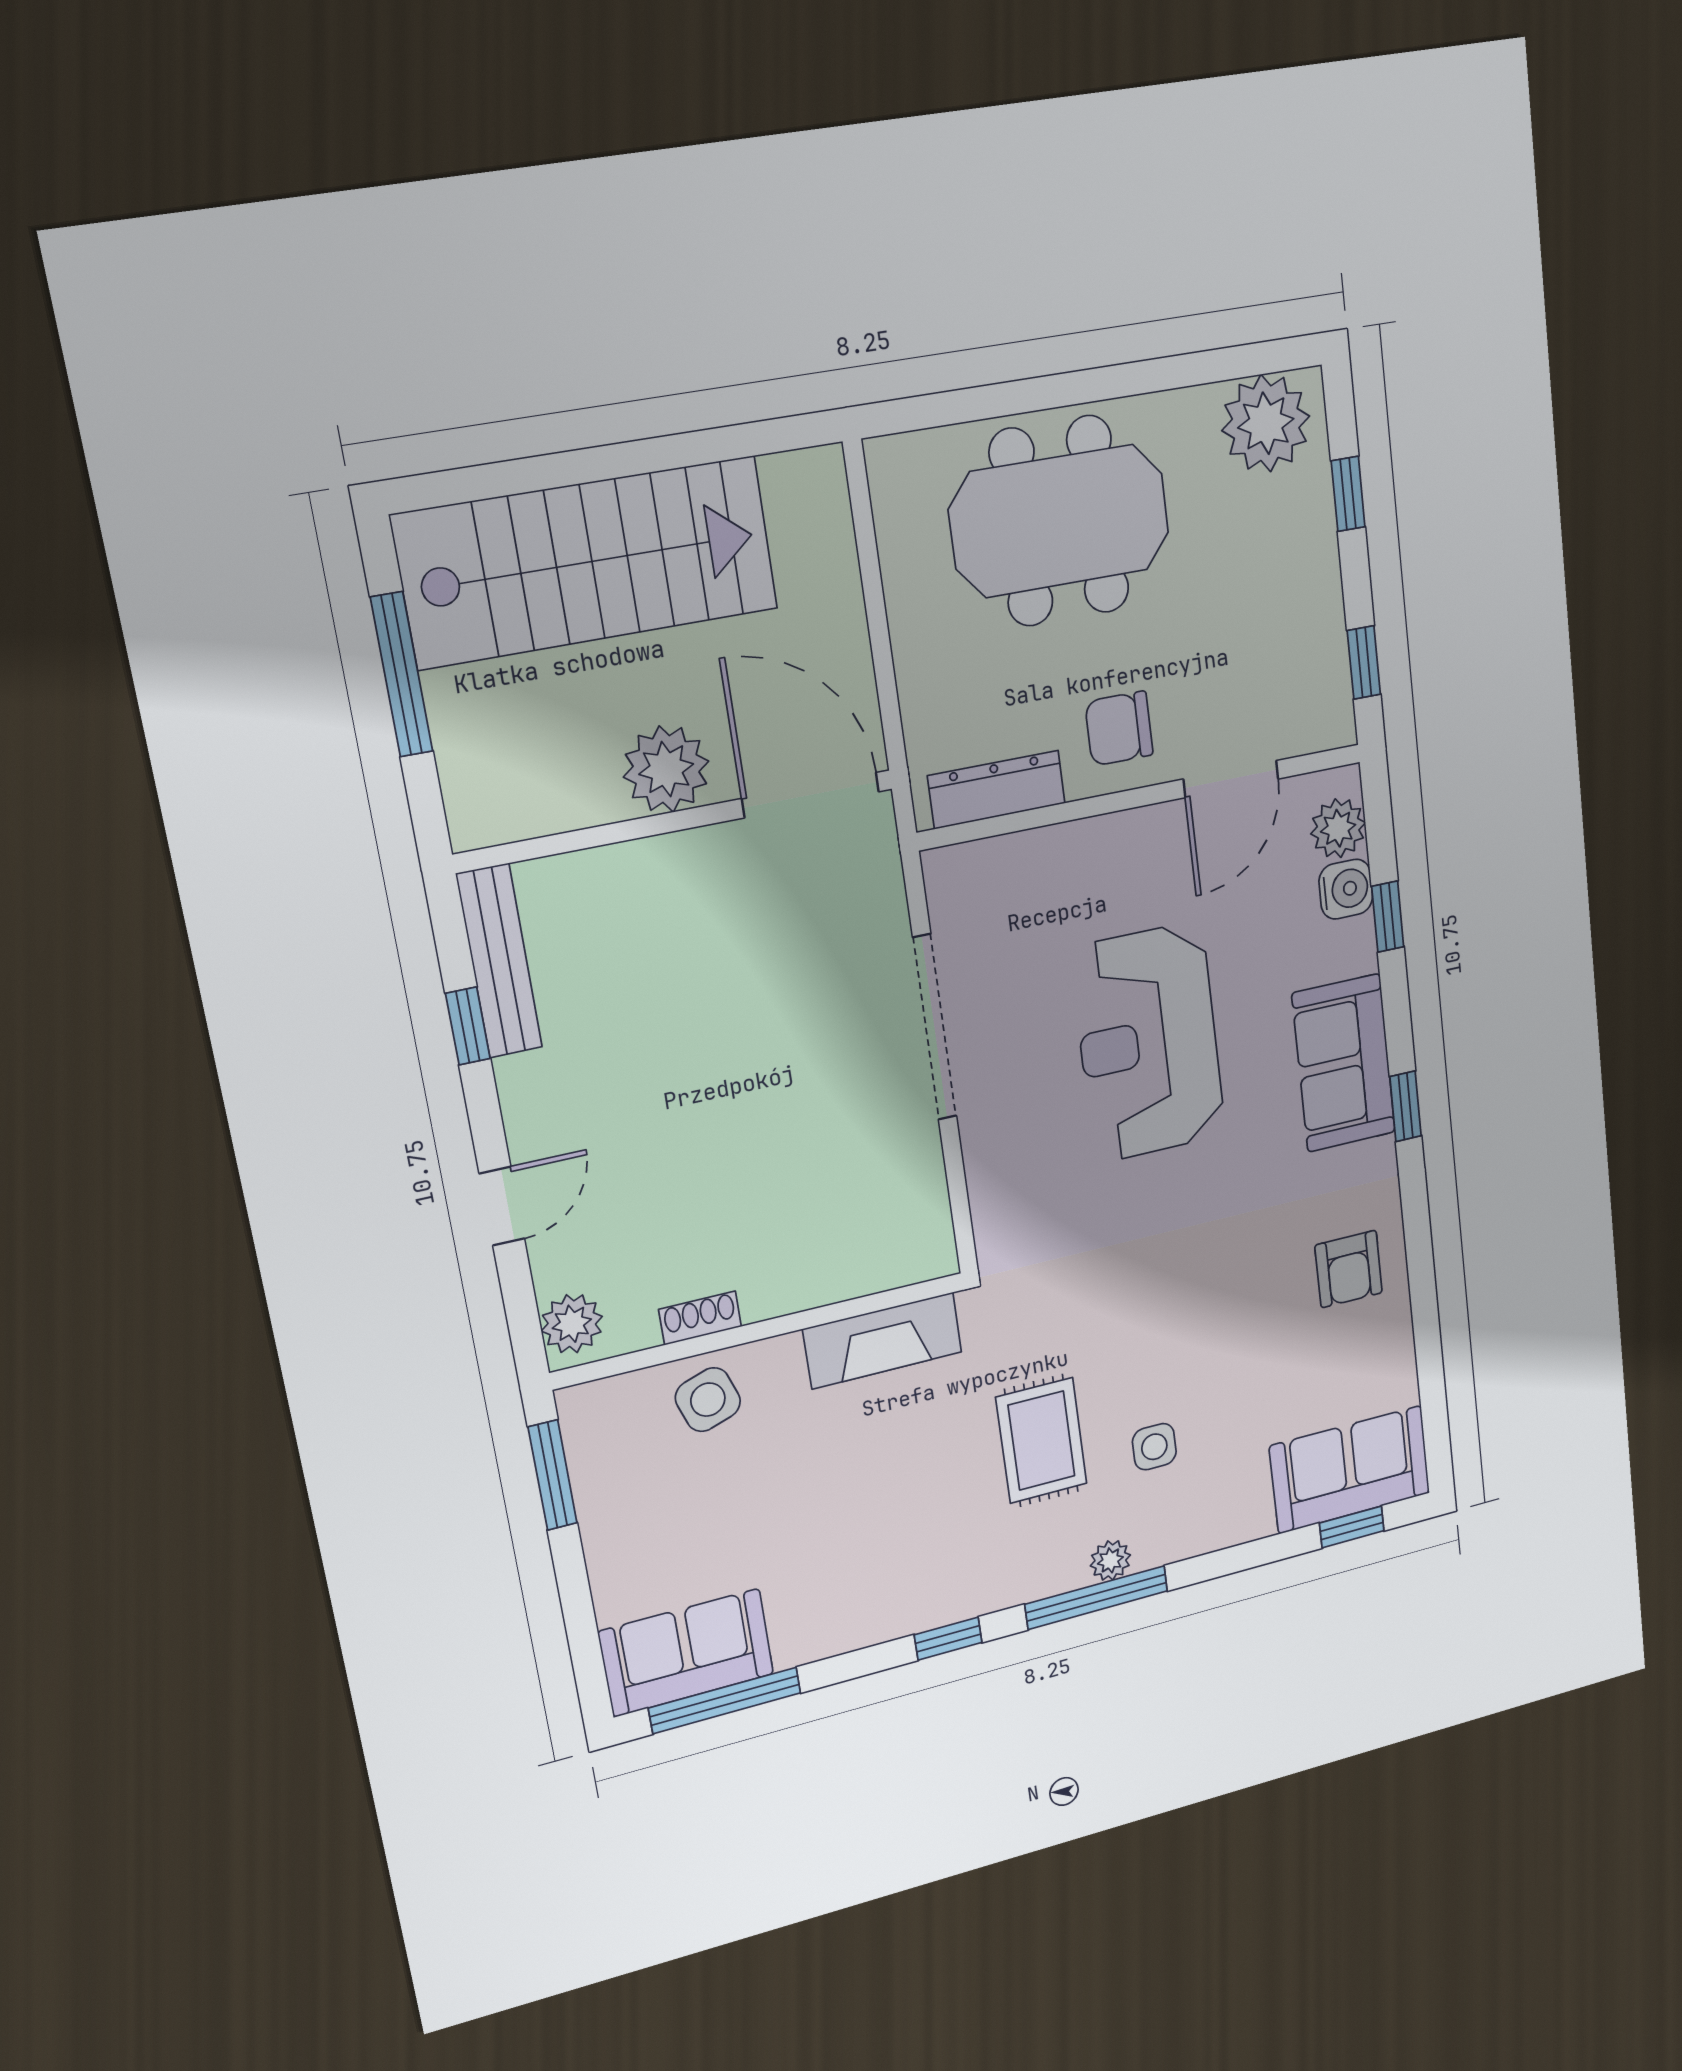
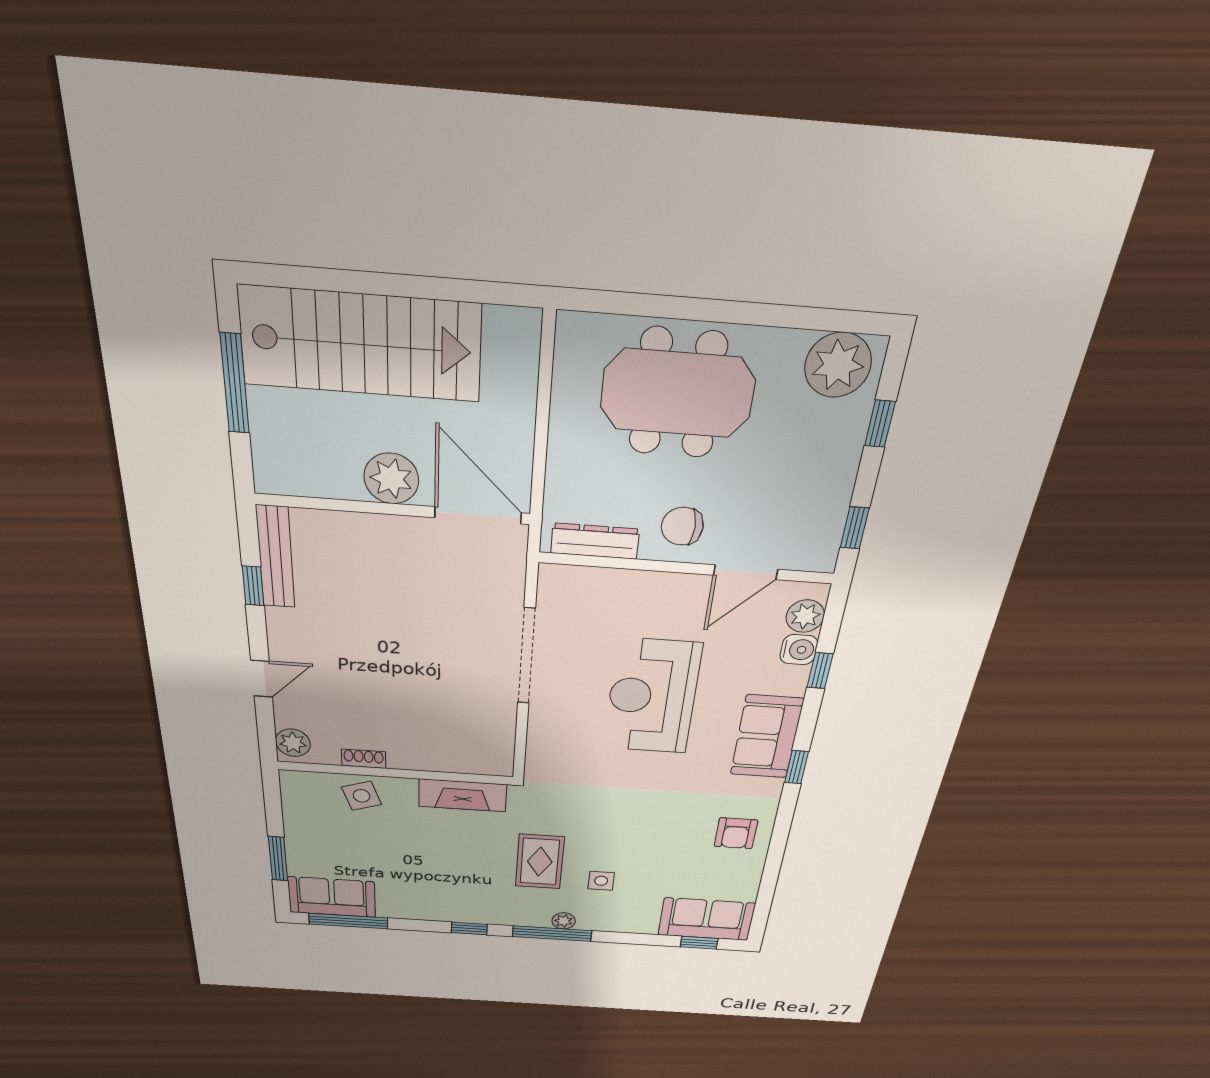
window: (553, 1475) -> (278, 859), moved

